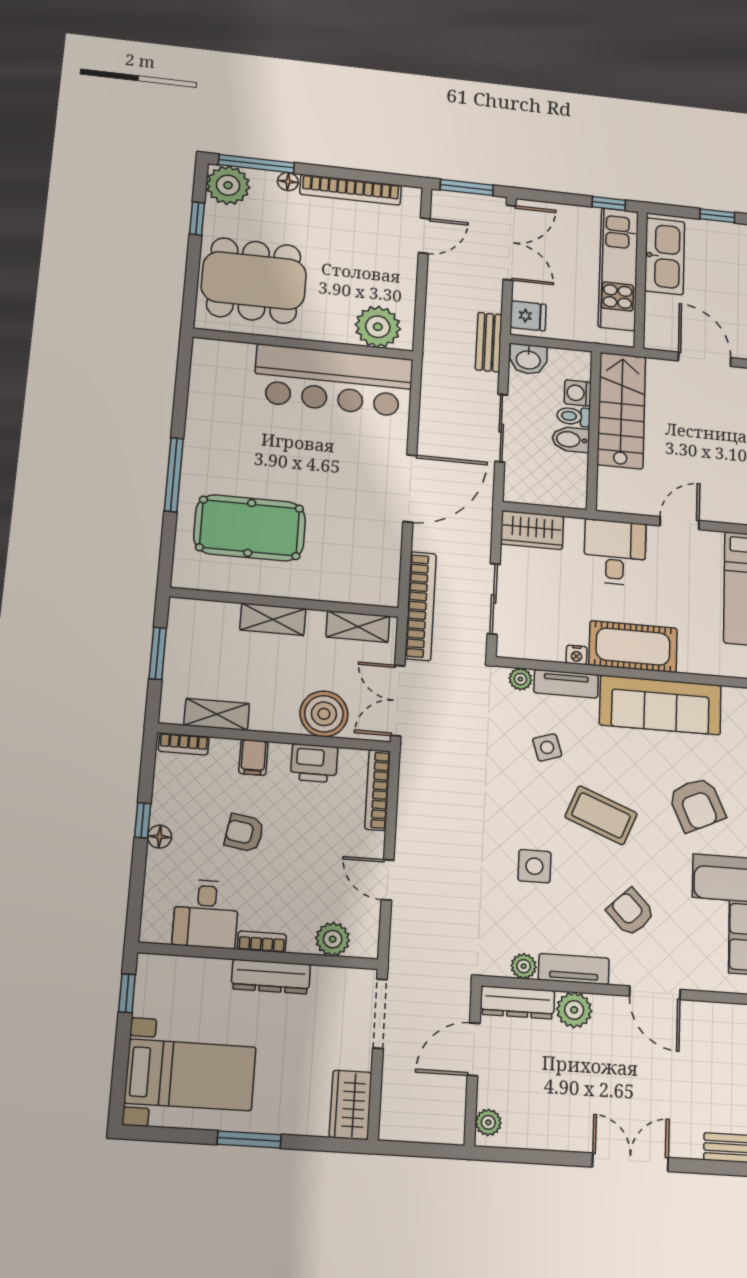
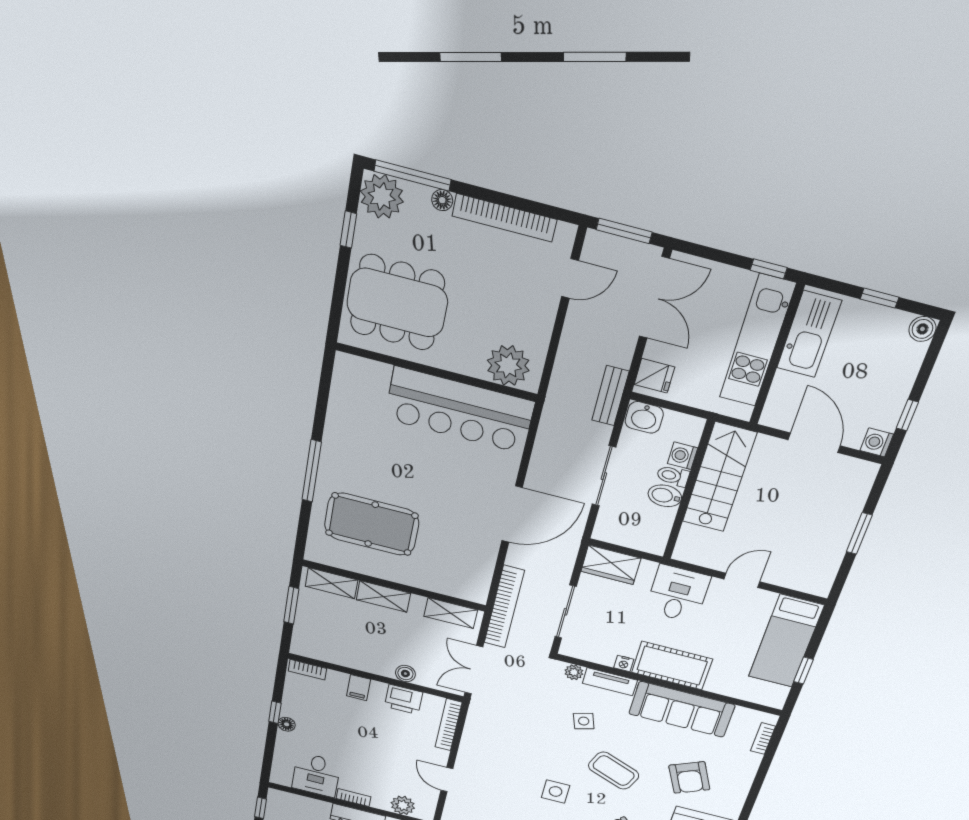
shelving: (217, 714) -> (332, 583), moved
boiler: (324, 714) -> (405, 674), width x0.54, depth x0.54
armchair: (244, 833) -> (347, 733), removed

